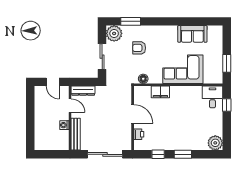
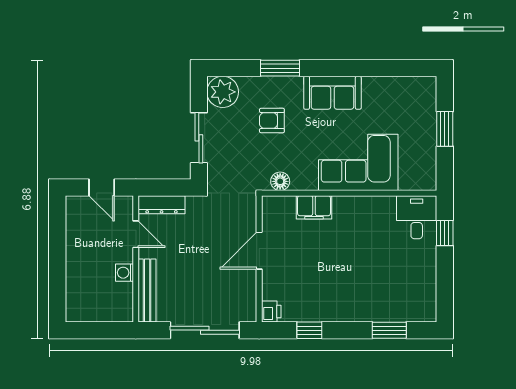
window: (131, 21) -> (280, 68), moved
sofa: (192, 34) -> (332, 93), moved
window: (227, 63) -> (445, 129), moved
door: (133, 114) -> (259, 251), swing flipped
printer: (139, 134) -> (271, 312), moved
plant: (215, 143) -> (422, 308), removed
window: (183, 154) -> (389, 330), moved

